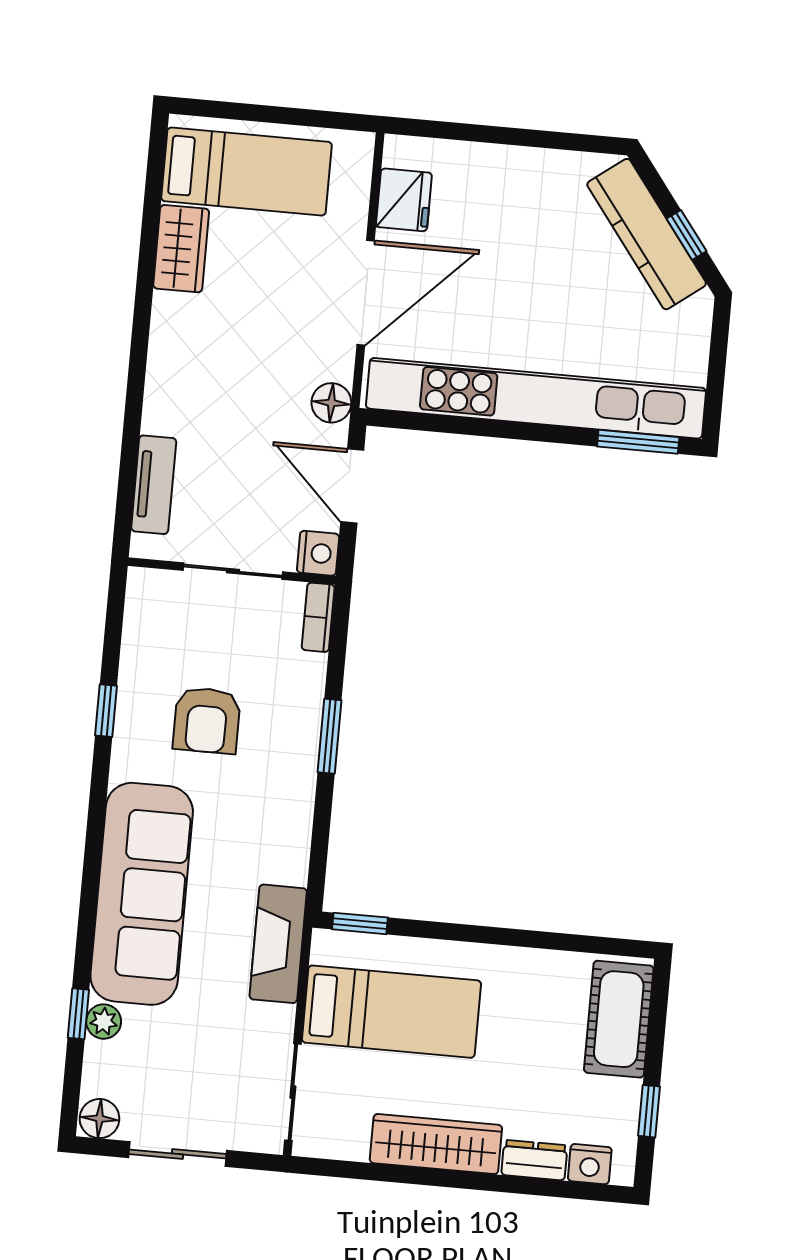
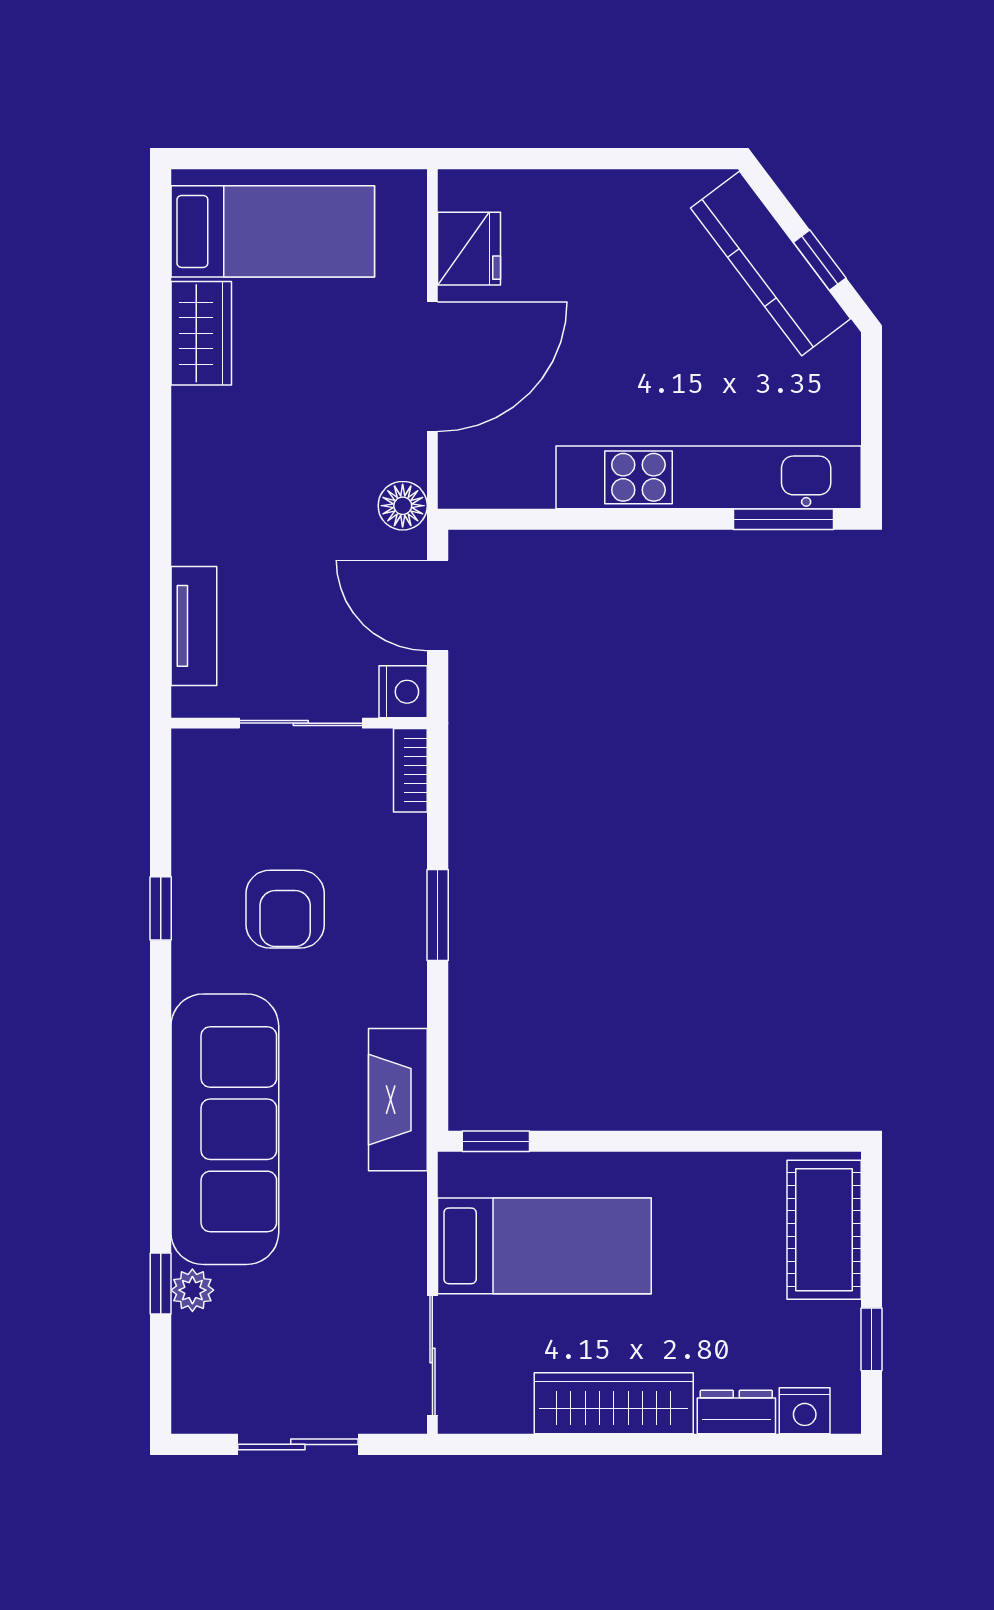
kitchen unit: (536, 398) -> (709, 477), width x0.73
fireplace: (278, 944) -> (398, 1100), moved
floor lamp: (99, 1119) -> (198, 1410), removed

